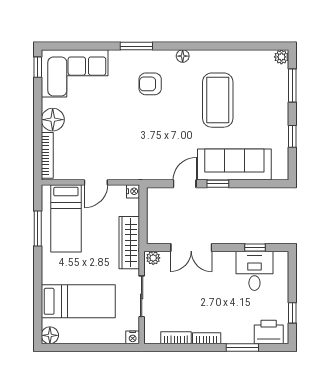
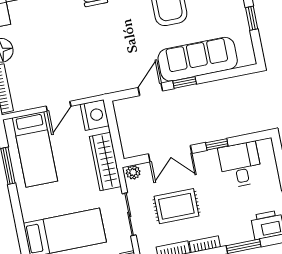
nightstand: (133, 191) -> (95, 115), width x1.89, depth x1.79
window: (255, 247) -> (217, 144), moved
rug: (187, 298) -> (176, 206), added

